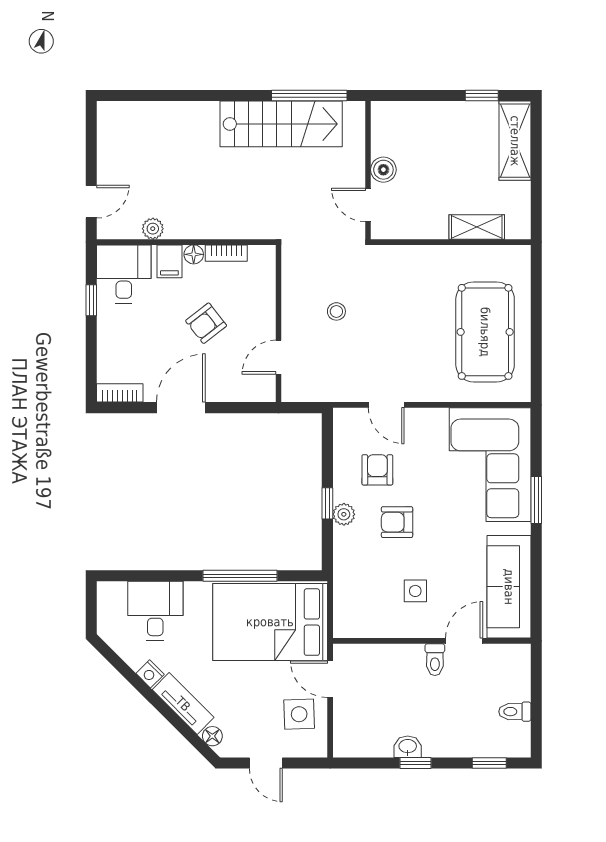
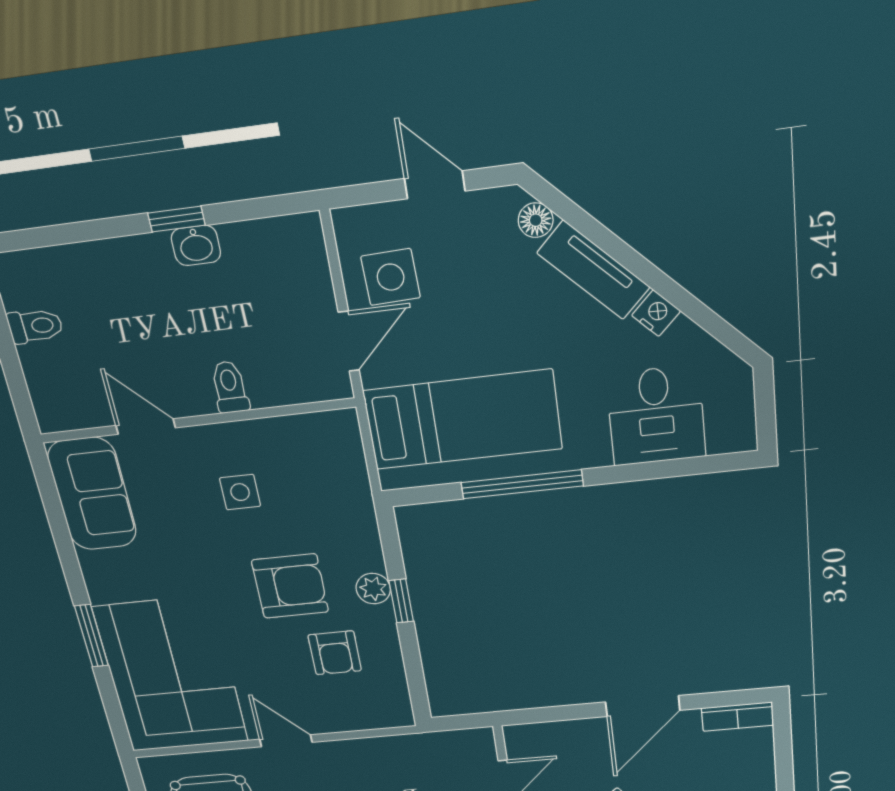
door: (386, 405) -> (286, 741), moved
armchair: (397, 522) -> (290, 586), width x1.38, depth x1.38
sofa: (509, 587) -> (92, 494), width x0.73
bed: (270, 622) -> (463, 420), width x0.67
door: (464, 641) -> (146, 427), swing flipped
toilet: (435, 660) -> (230, 387), moved
door: (330, 679) -> (349, 341), hinge flipped
window: (489, 763) -> (53, 235), removed

